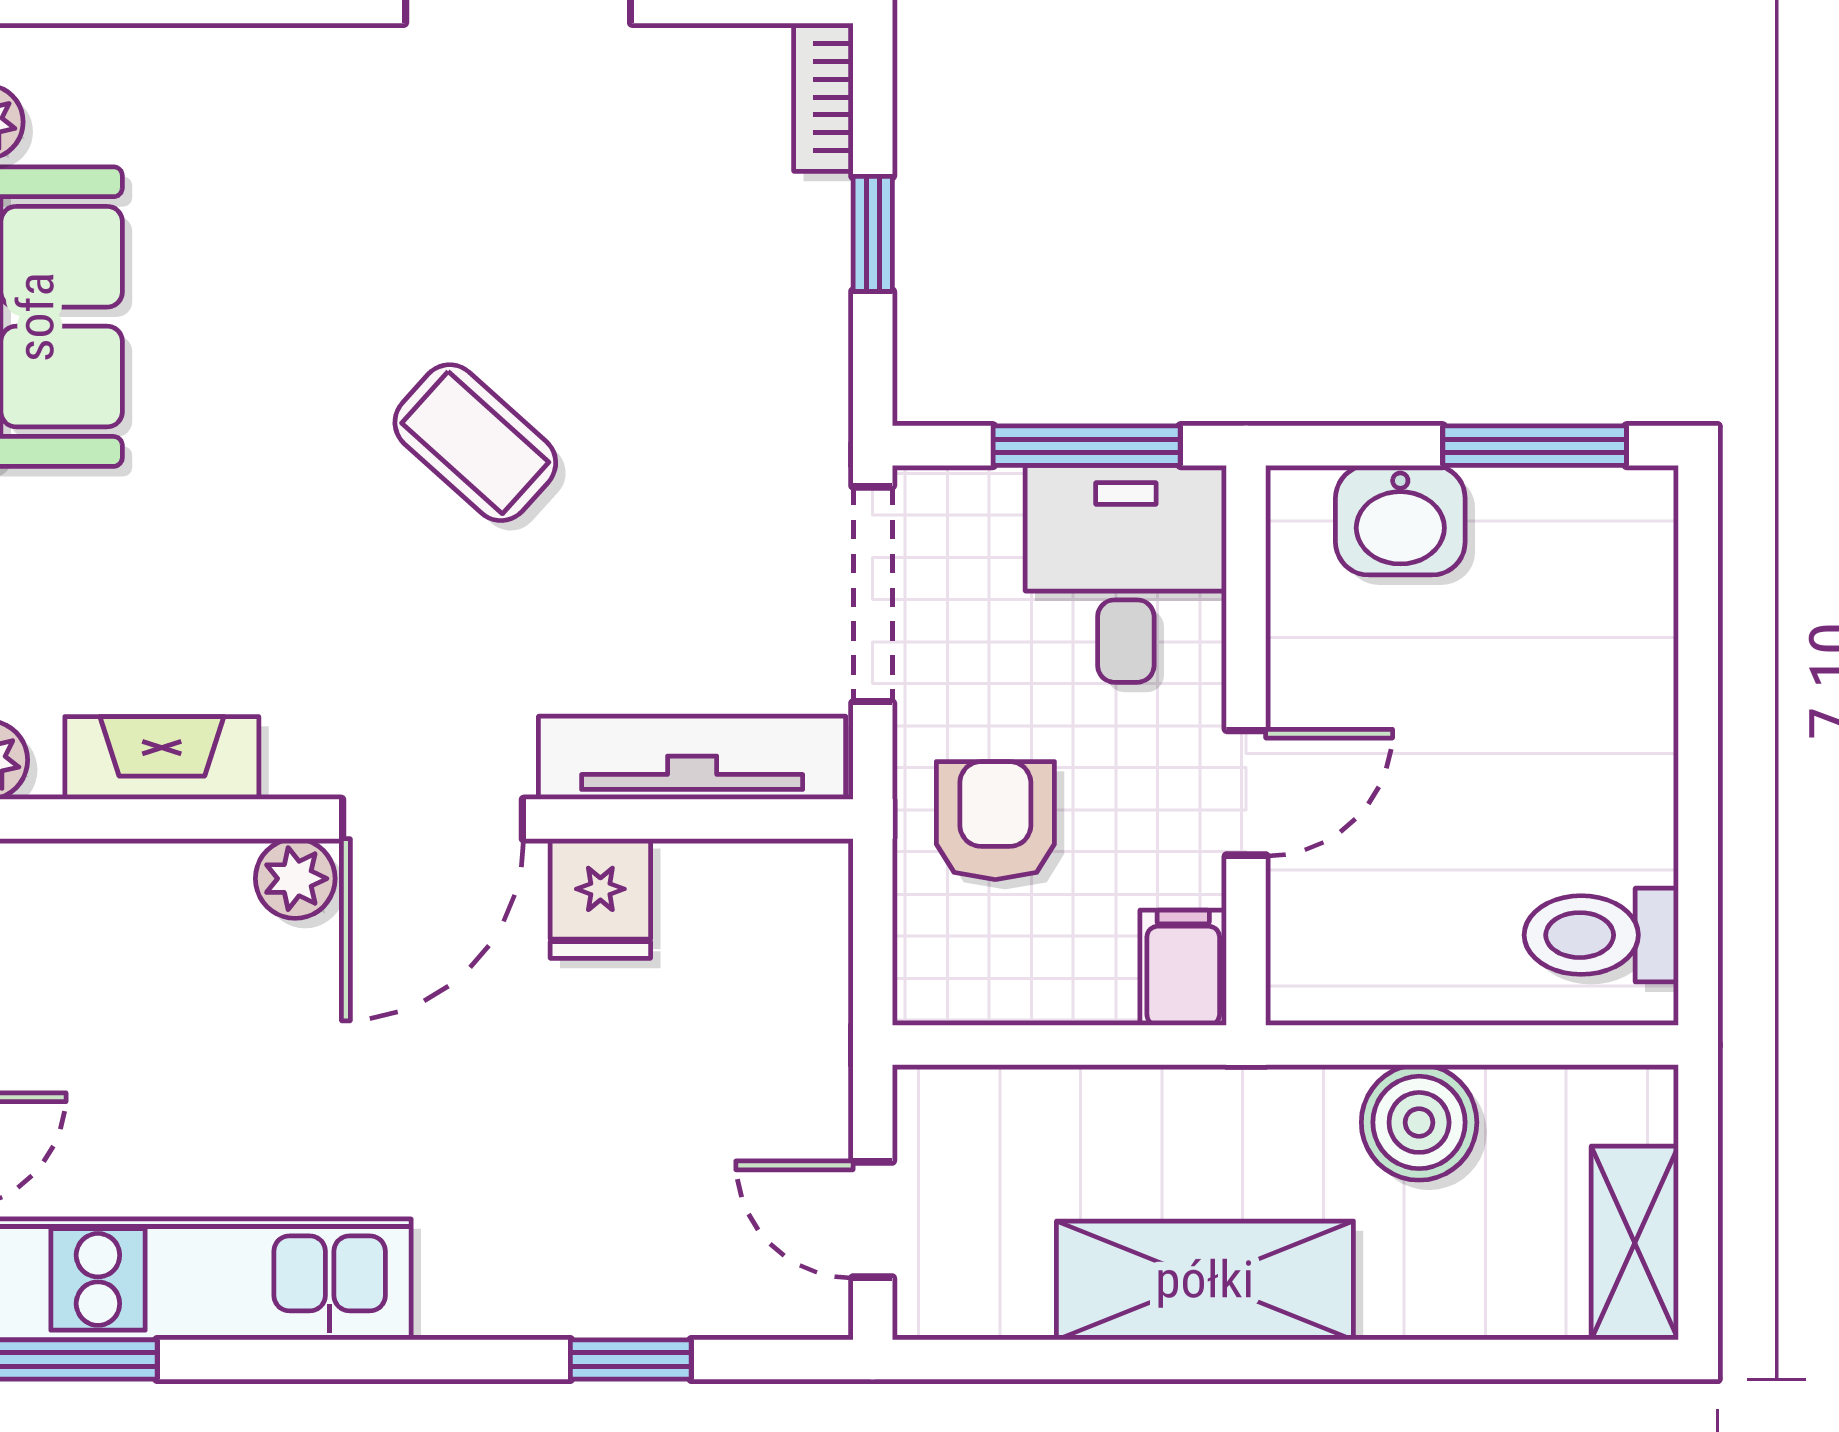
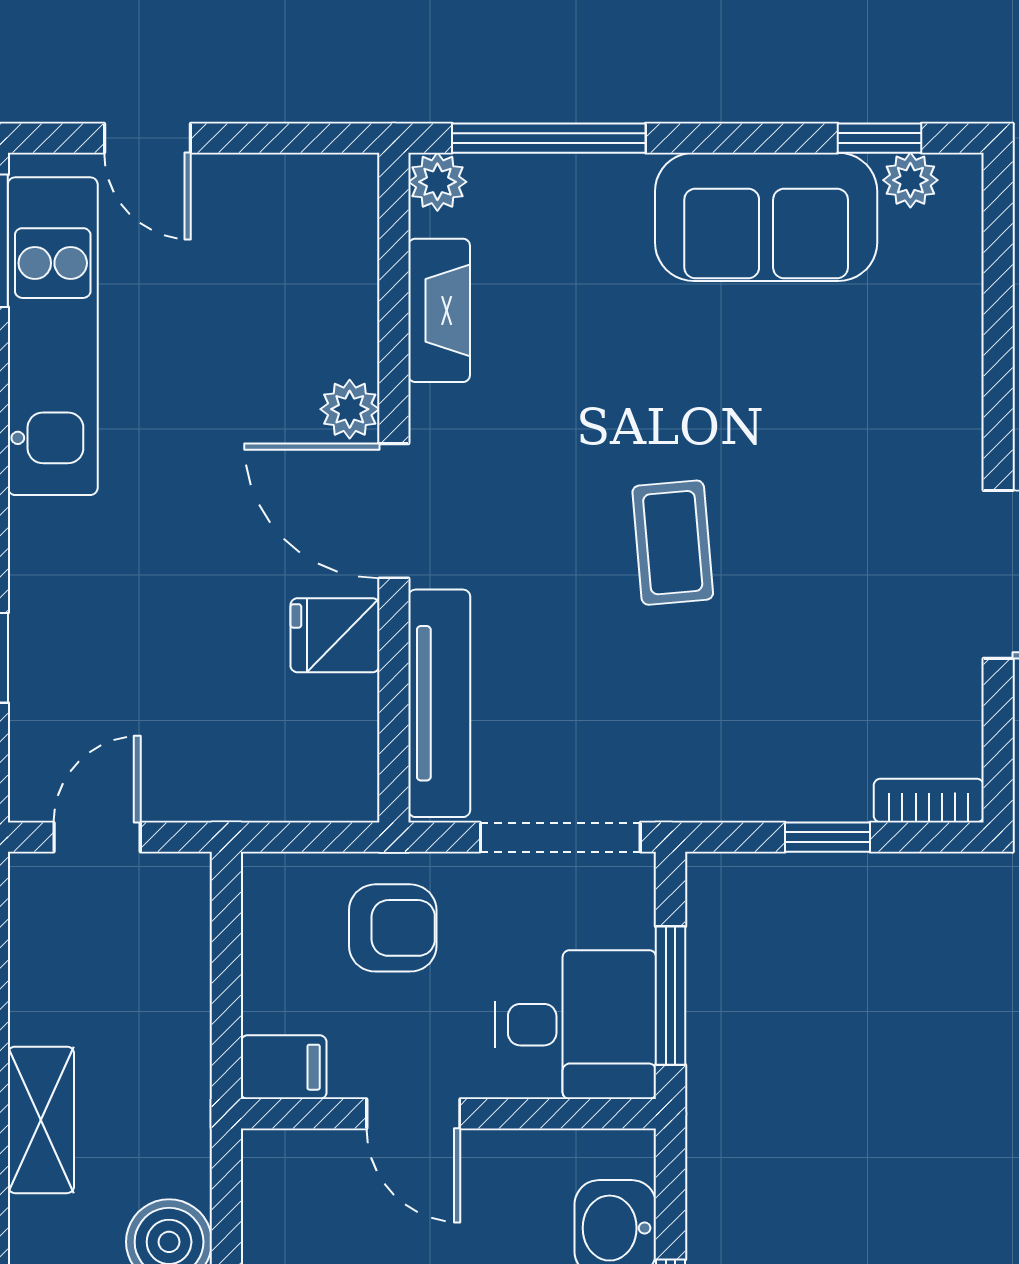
coffee table: (475, 443) -> (673, 543), turned -47
shelving: (1205, 1280) -> (41, 1120), width x0.67, depth x0.75

